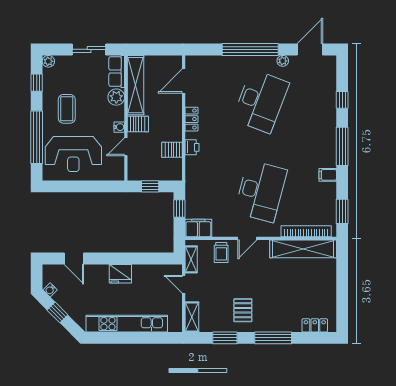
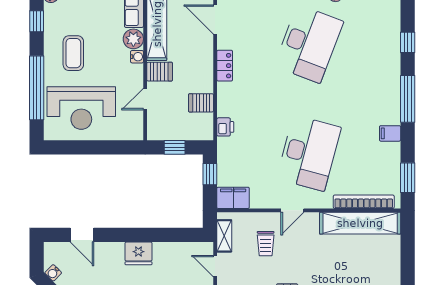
door: (184, 81) -> (215, 19), hinge flipped
water cooler: (119, 127) -> (137, 57), moved
printer: (192, 147) -> (225, 127), moved
trolley: (221, 252) -> (266, 244), moved

